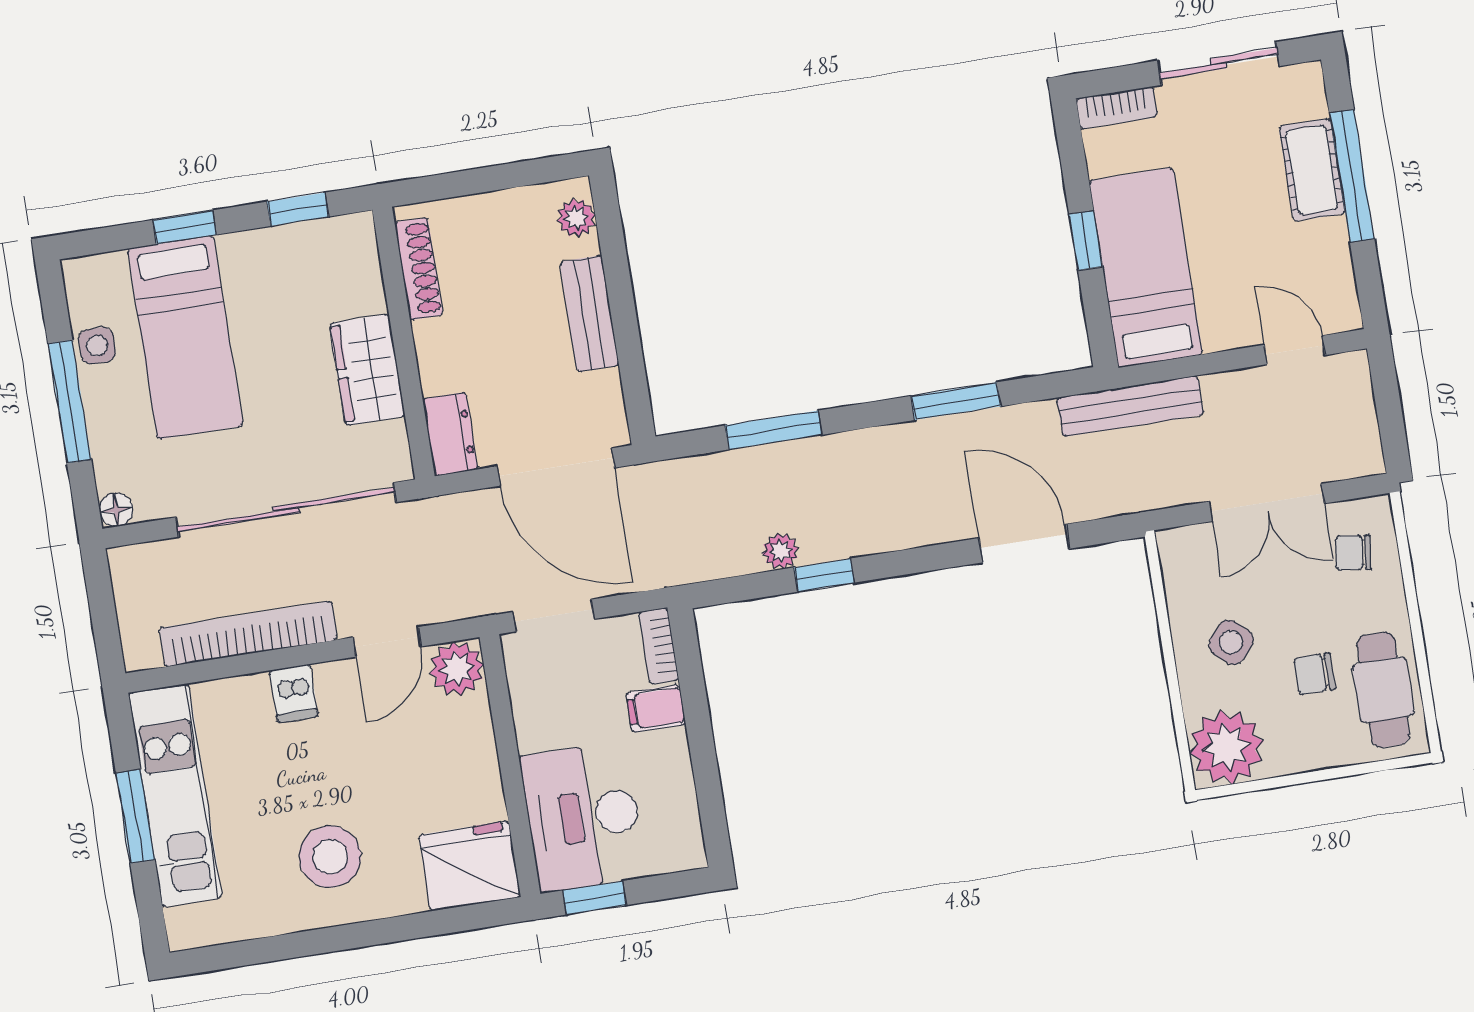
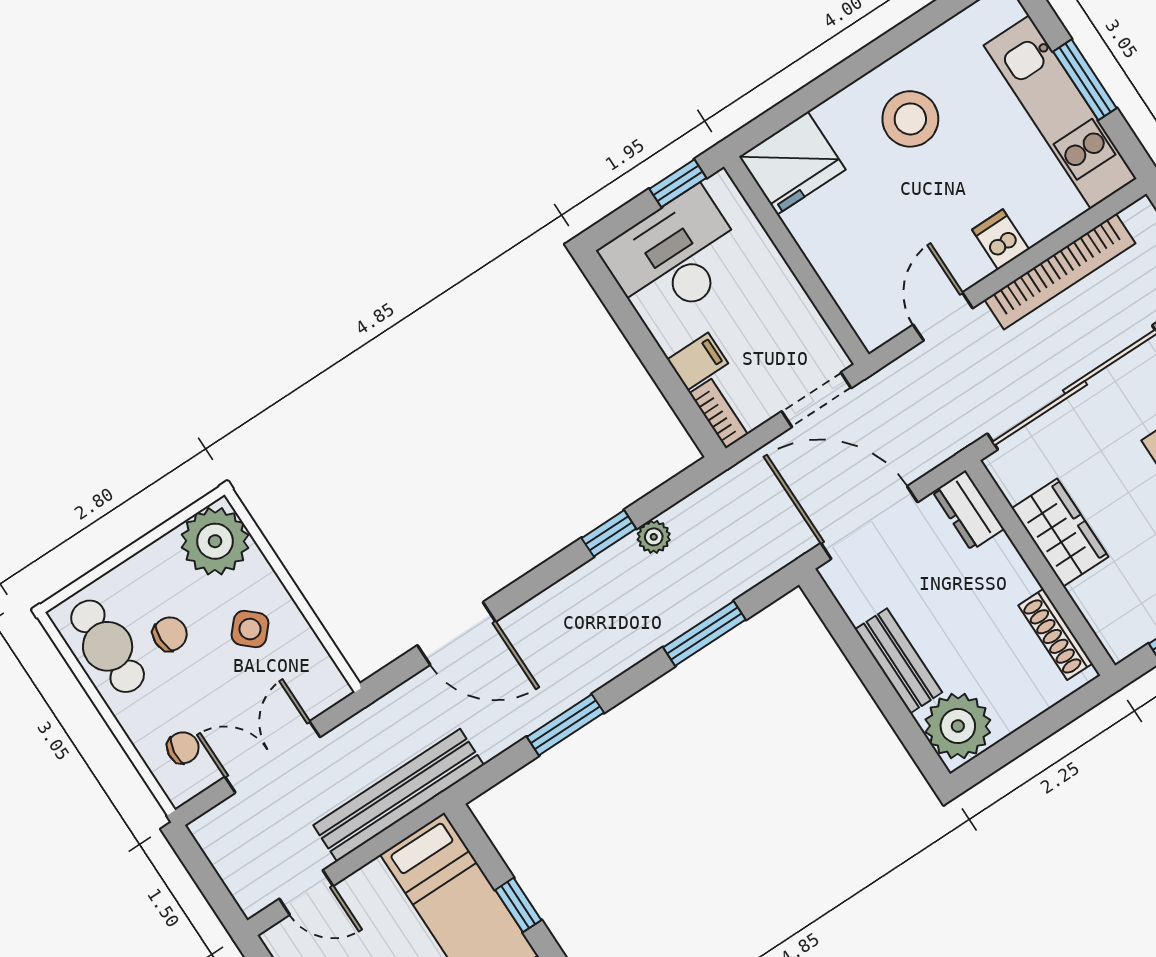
plant: (576, 218) -> (958, 726), width x1.88, depth x1.88
bench: (1130, 406) -> (399, 795), width x1.37, depth x1.21
plant: (457, 669) -> (876, 320), removed
desk: (583, 817) -> (675, 257), moved, turned -90

